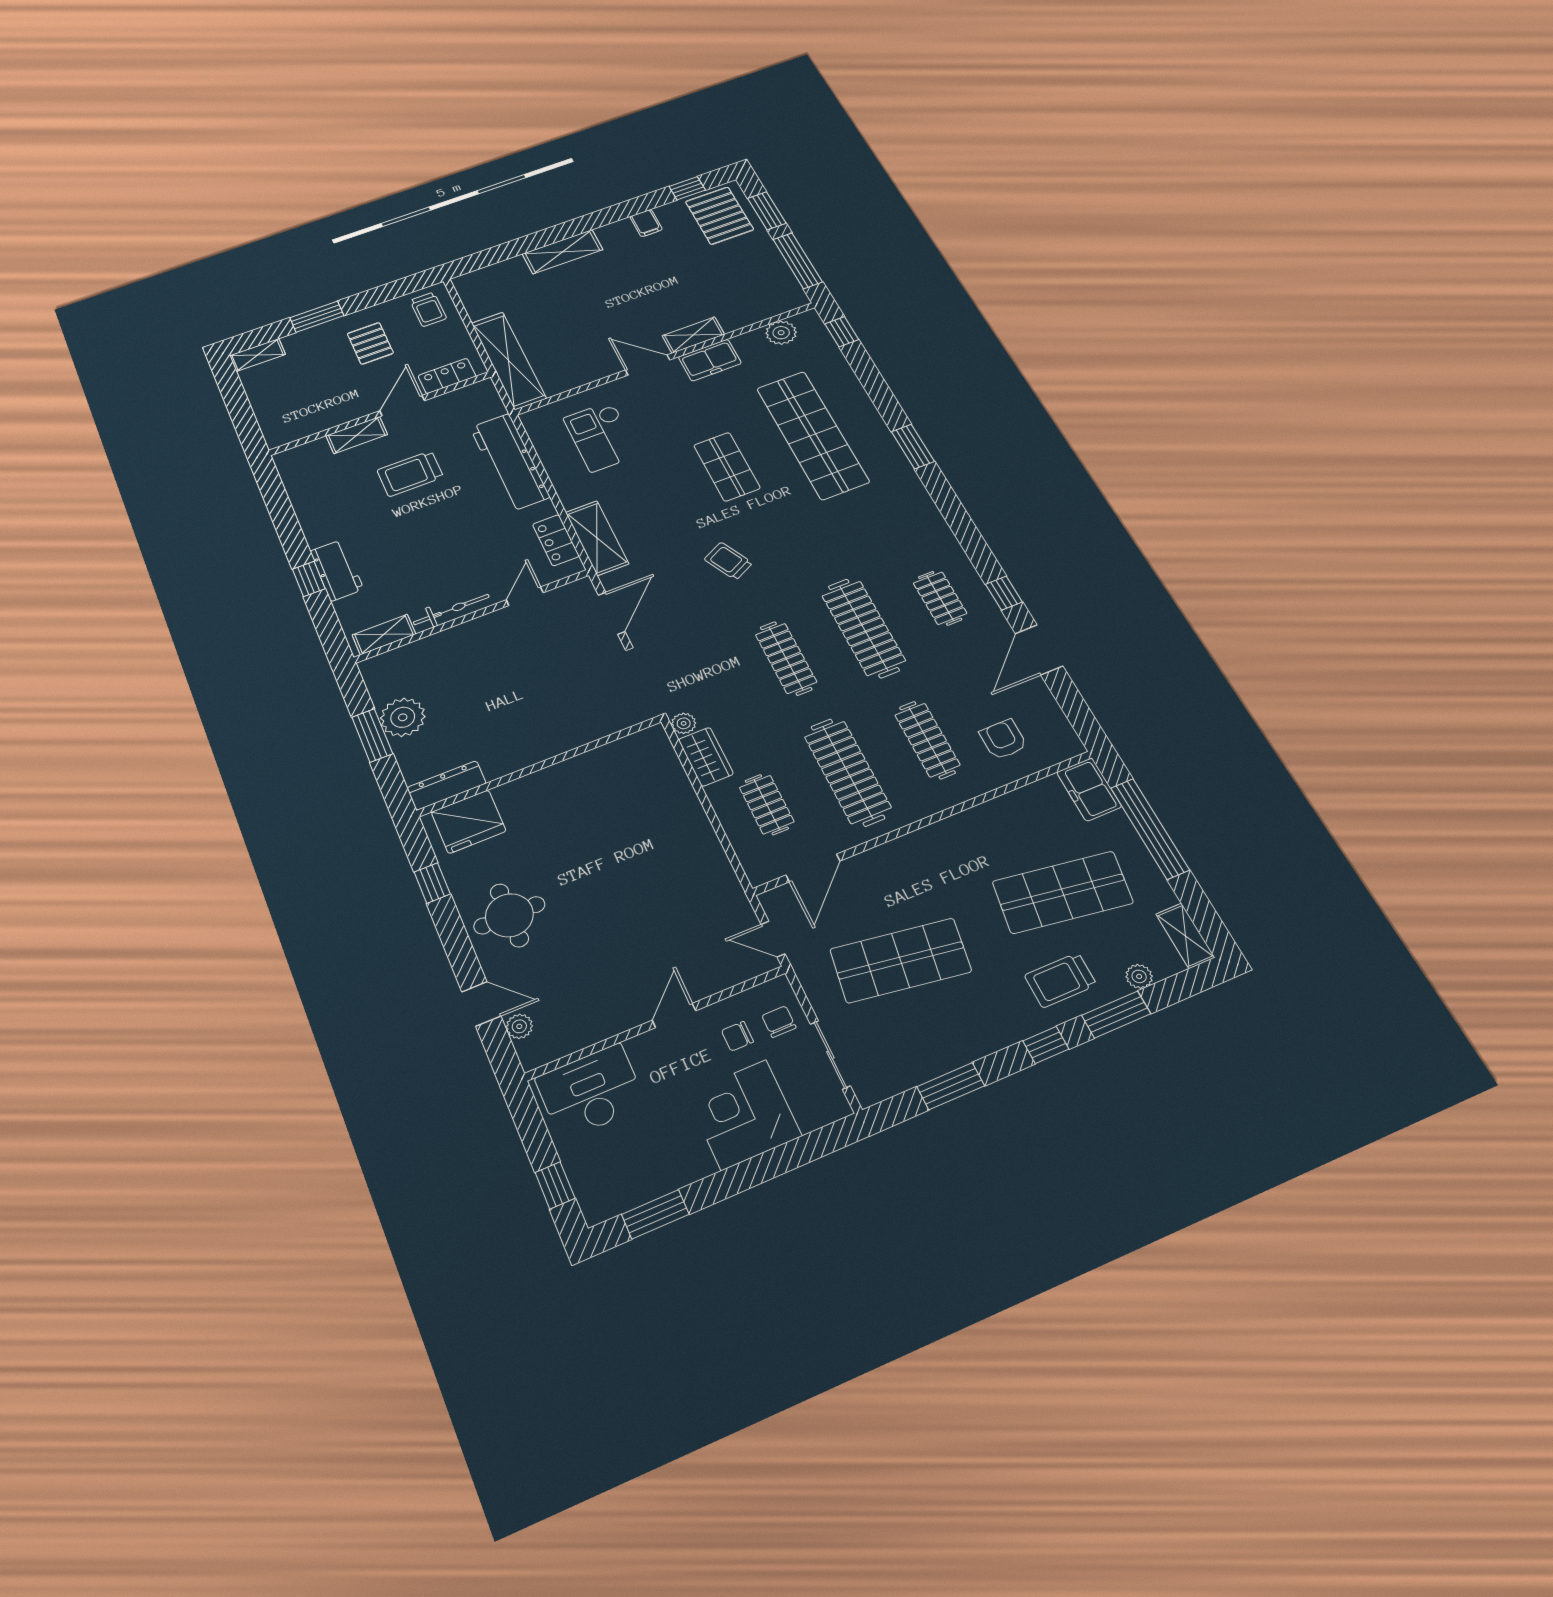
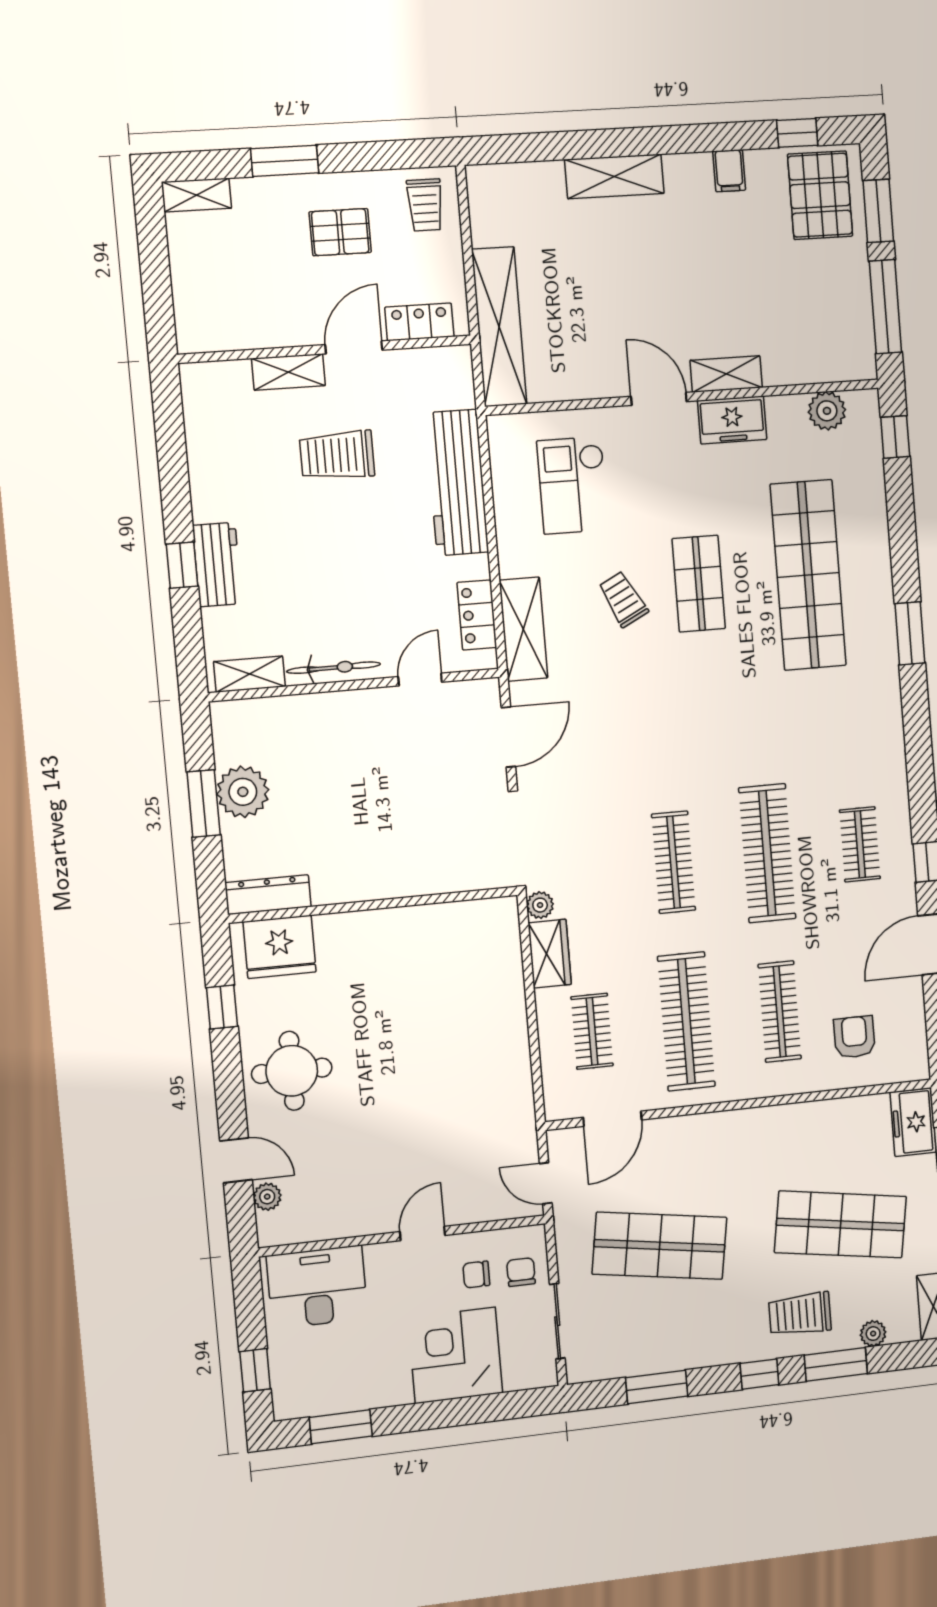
pallet: (370, 343) -> (340, 232), turned 90
trolley: (728, 561) -> (623, 599), moved

